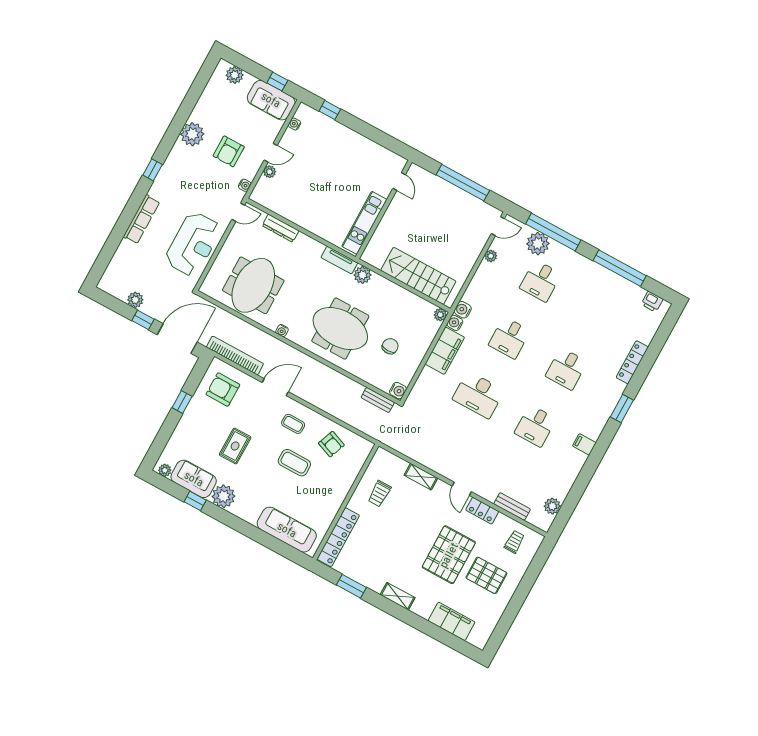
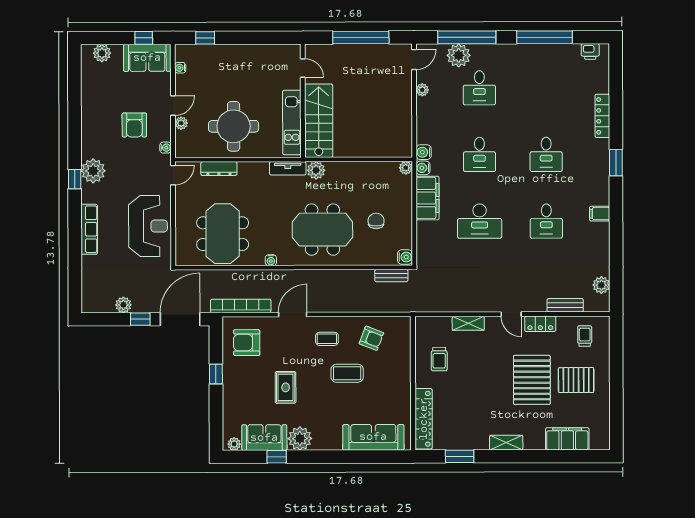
plant: (192, 134) -> (93, 171), moved
round table: (313, 199) -> (234, 126), added
stairs: (418, 276) -> (319, 121), moved, turned 90

